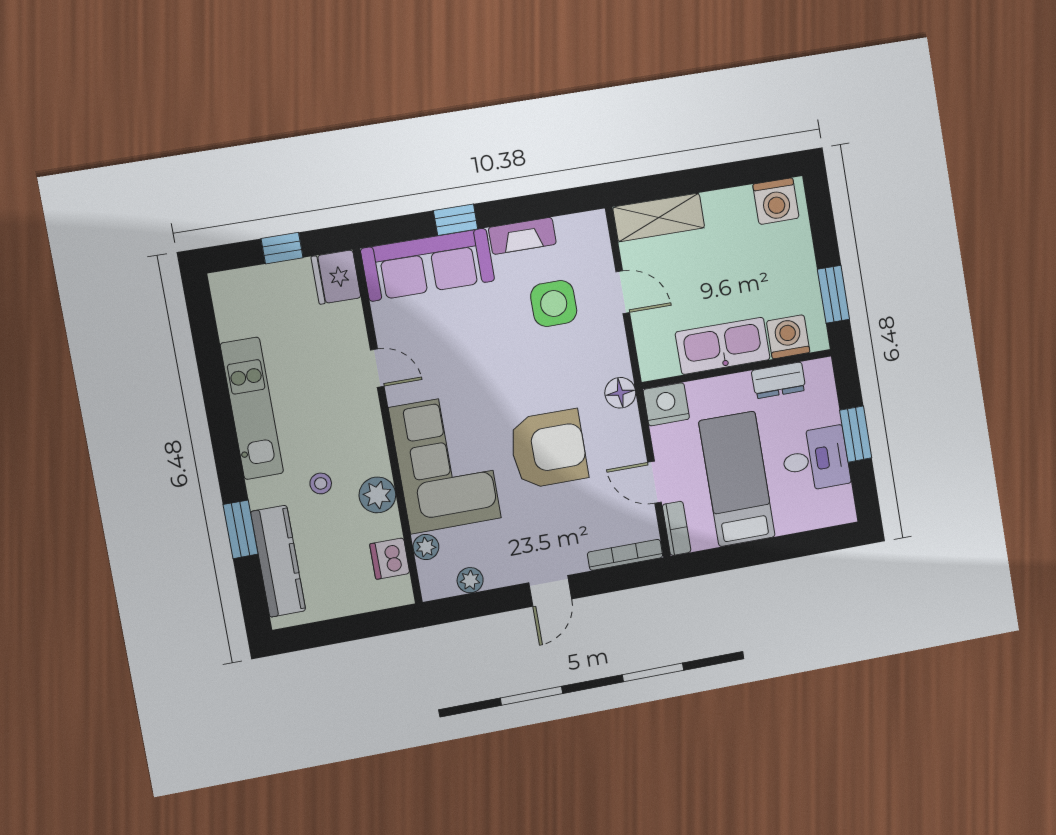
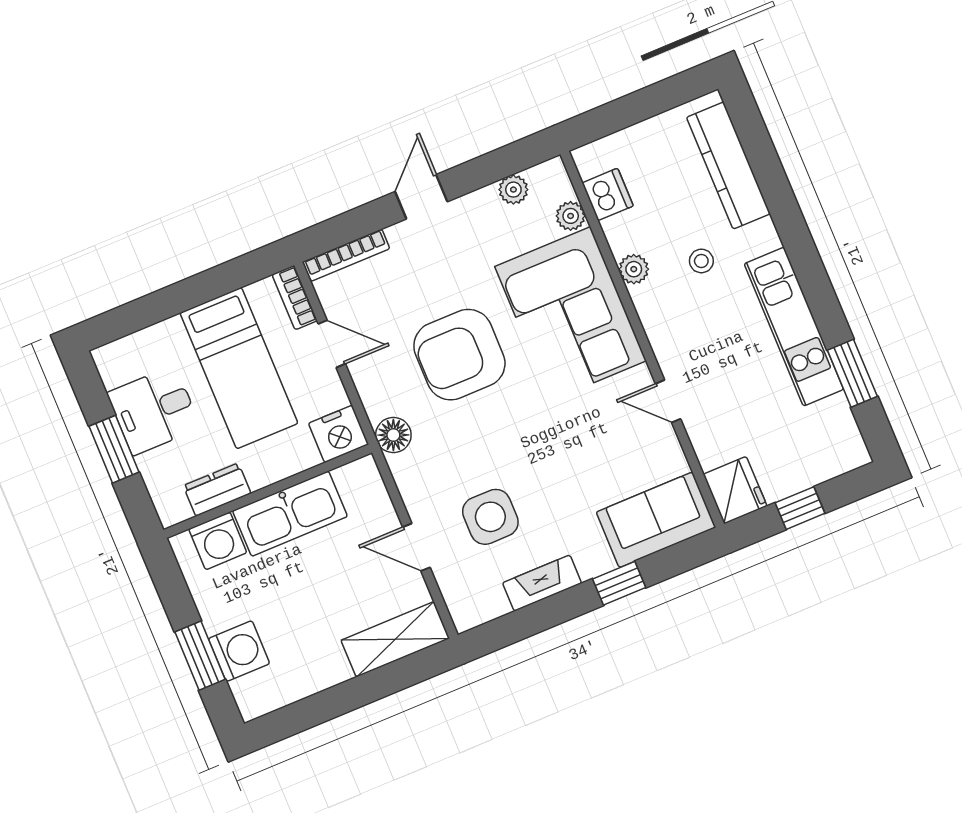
washing machine: (776, 201) -> (239, 651), moved, turned 90
sofa: (428, 265) -> (656, 520), width x0.73
window: (833, 294) -> (200, 656), moved
plant: (377, 495) -> (634, 269), width x0.73, depth x0.73
window: (241, 529) -> (852, 373), moved

